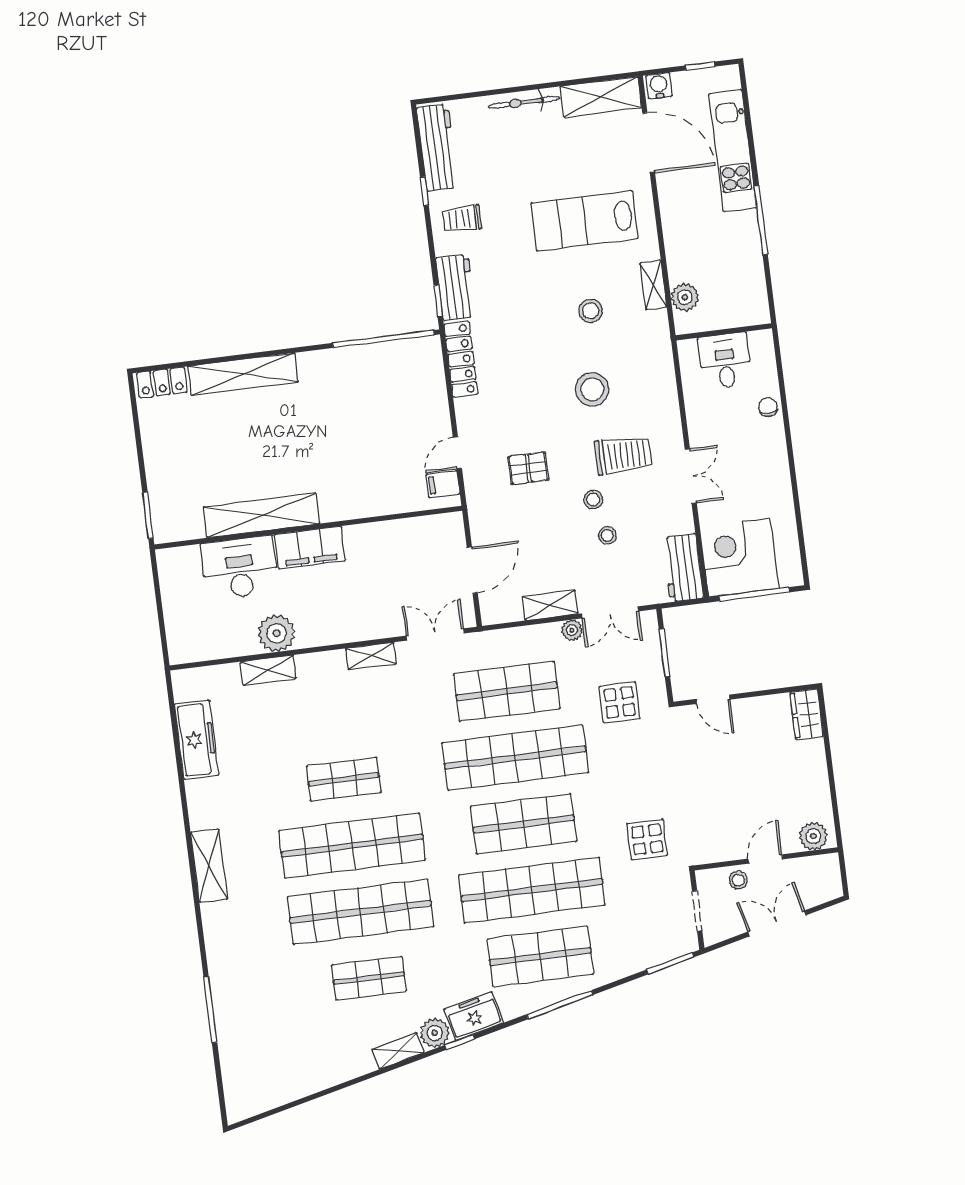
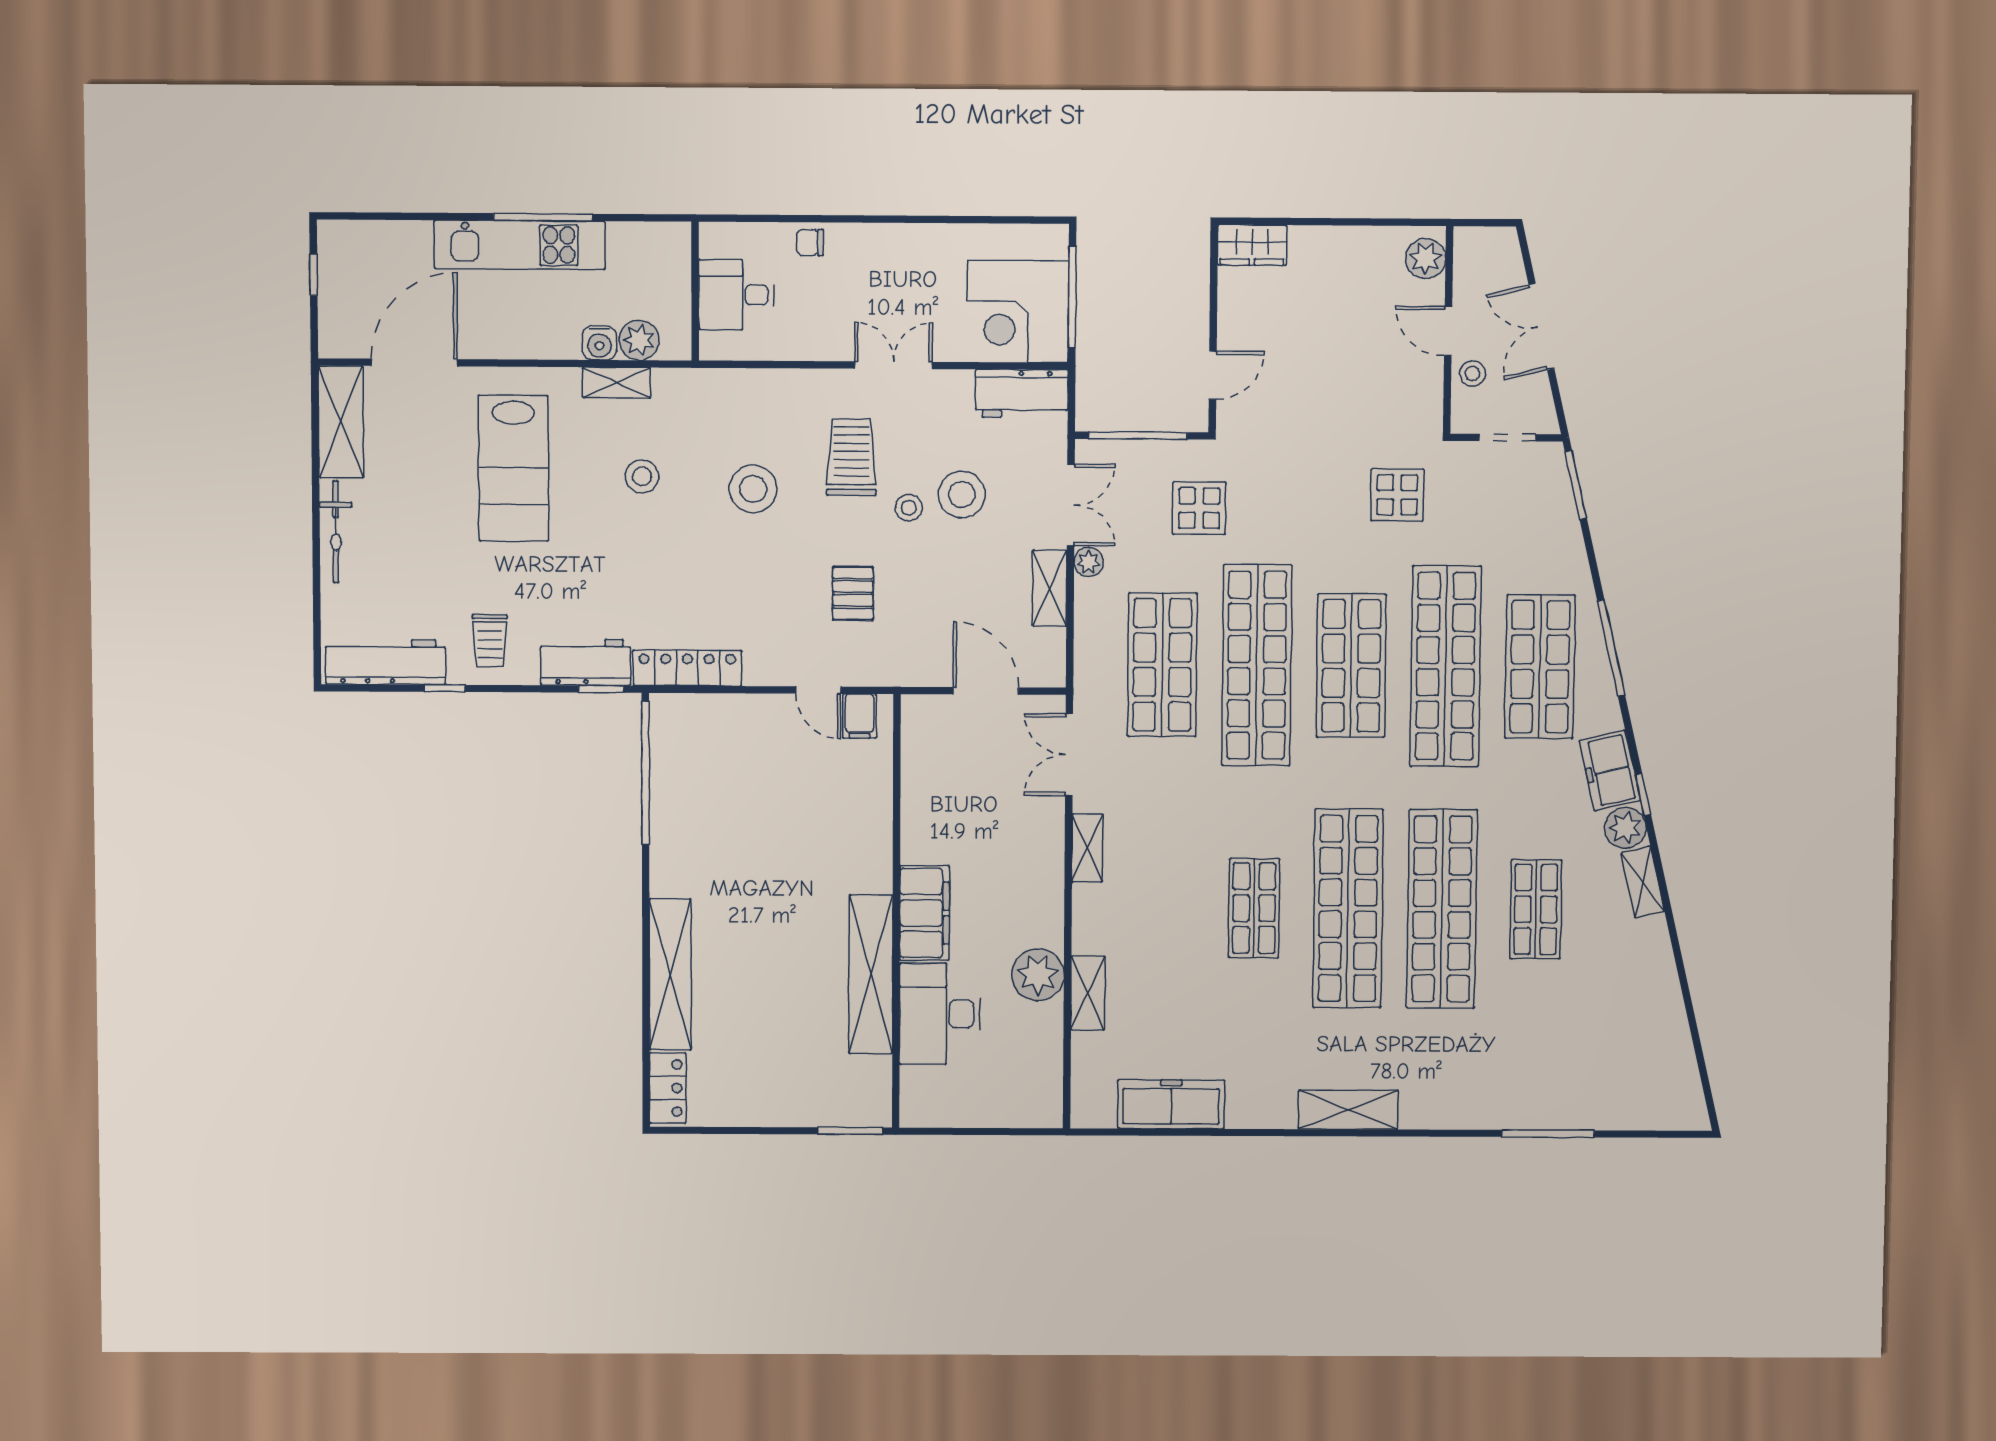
water cooler: (659, 86) -> (599, 343), moved, turned -90
kitchen unit: (733, 151) -> (520, 245), moved
stool: (607, 535) -> (962, 494), width x1.89, depth x1.89
window: (664, 653) -> (1138, 436), width x1.44

